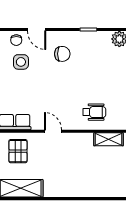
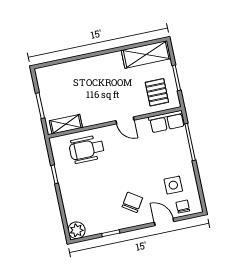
chair: (62, 54) -> (132, 202), turned 123
wheelchair: (94, 112) -> (87, 149), width x1.36, depth x1.37

